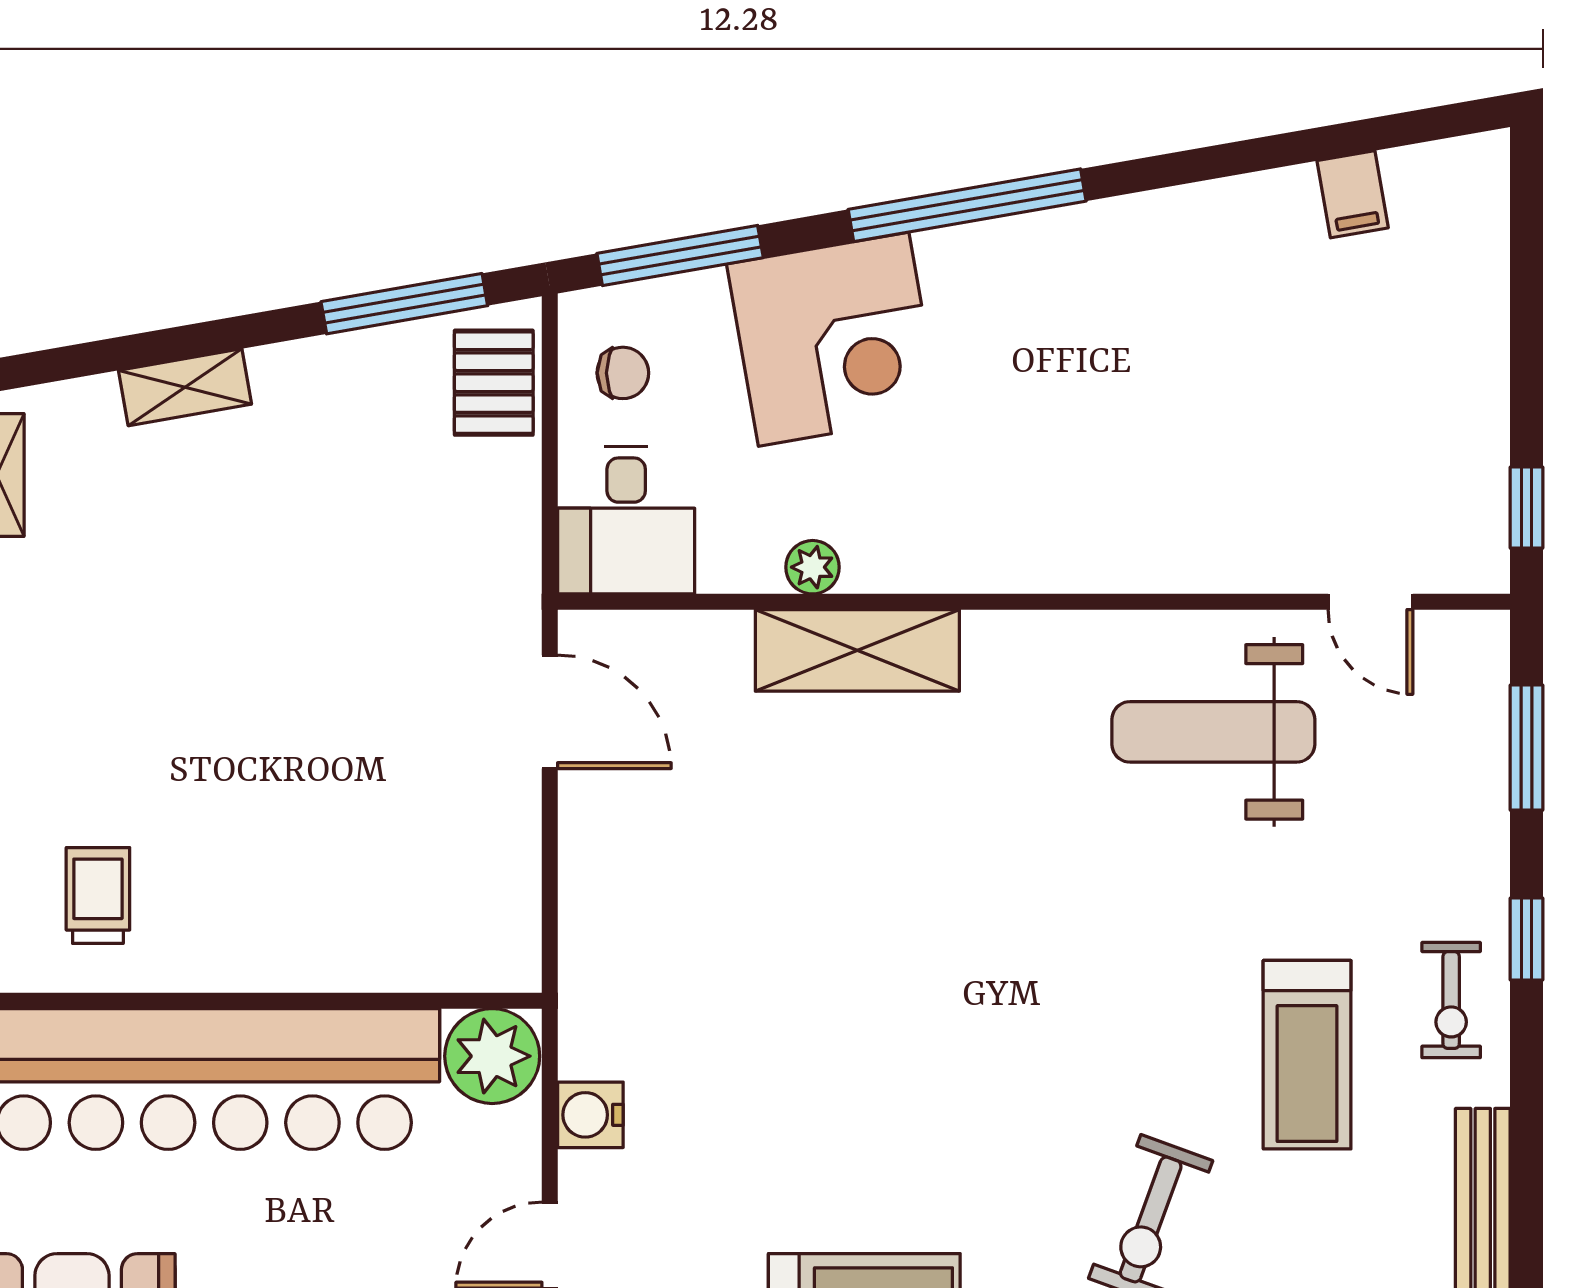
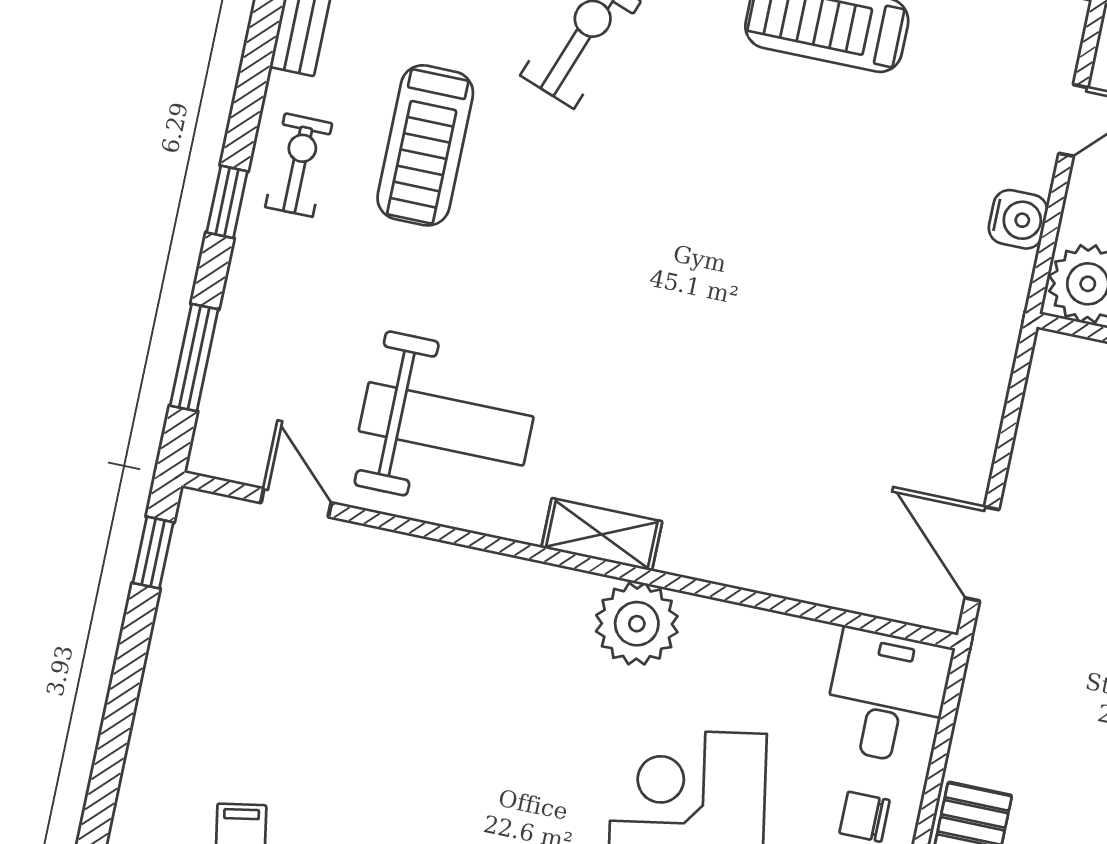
plant: (813, 567) -> (637, 624), moved, width x1.88, depth x1.88
shelving: (857, 650) -> (602, 534), moved, width x0.67, depth x0.75
treadmill: (1307, 1055) -> (425, 145), turned 180

